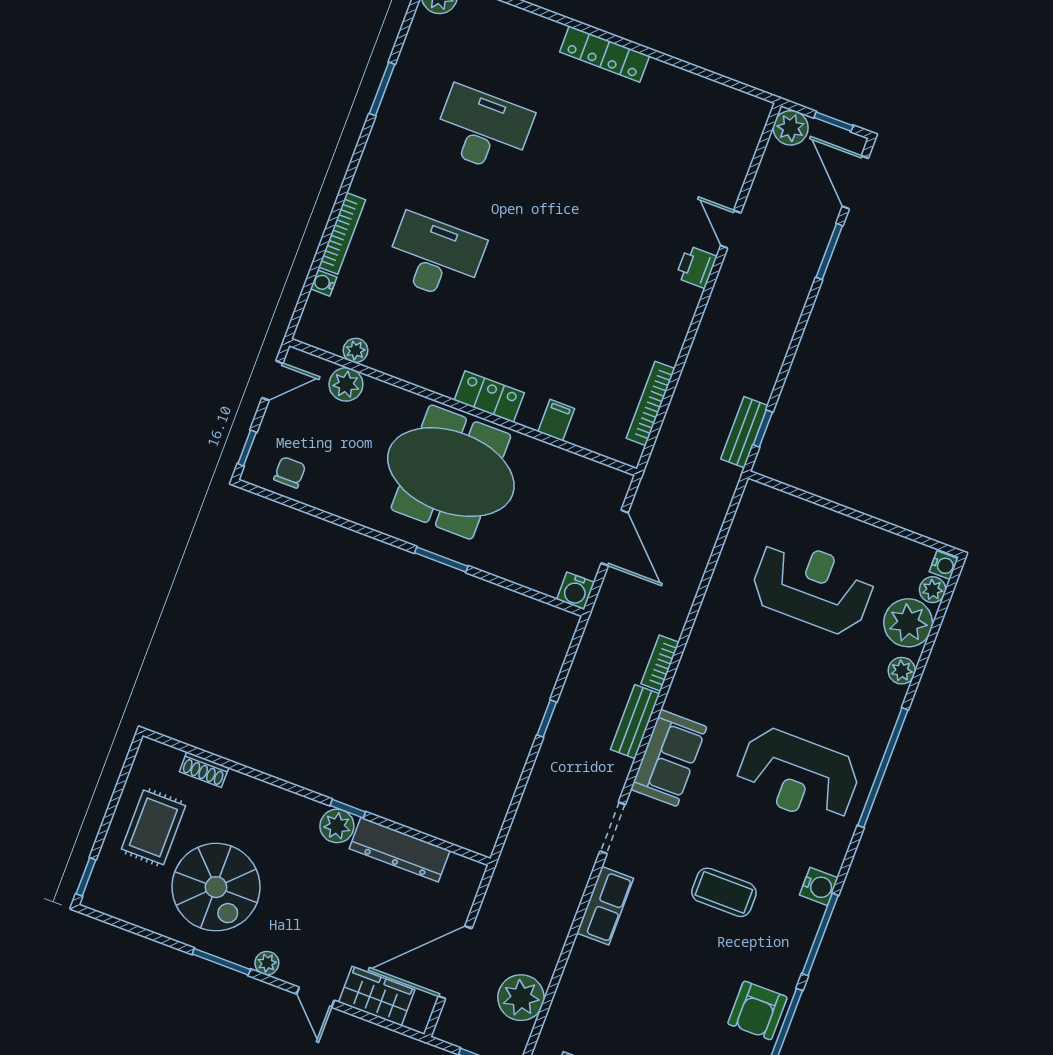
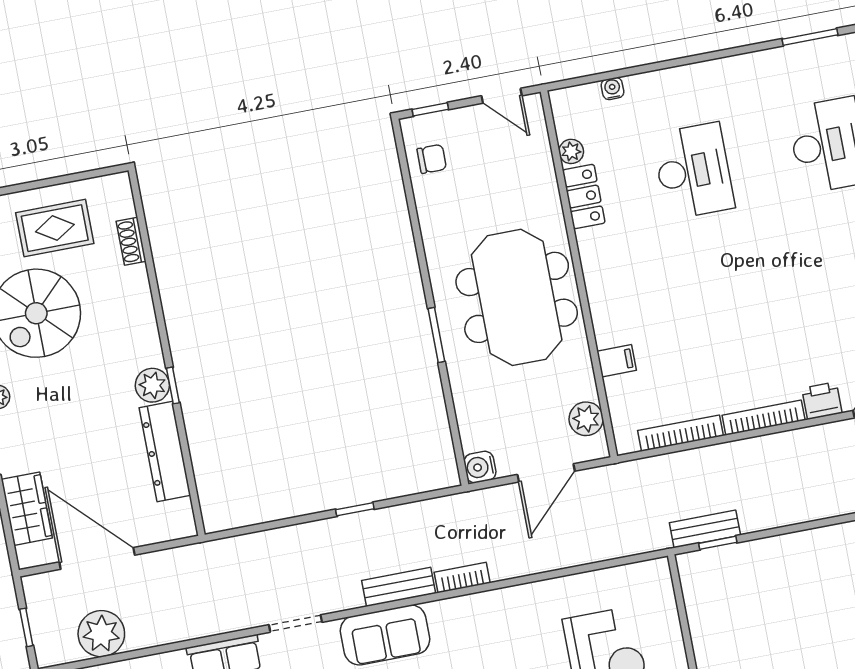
bookcase: (342, 233) -> (764, 418), moved, turned 180
plant: (346, 384) -> (586, 419), moved
locker: (489, 397) -> (584, 196), moved

